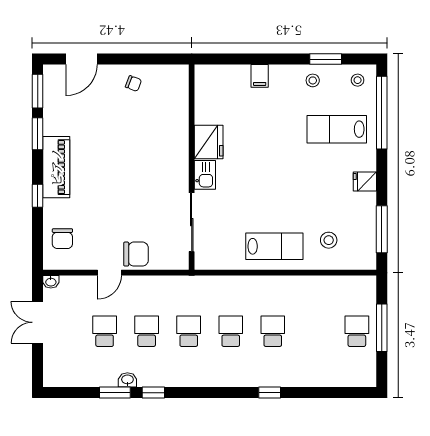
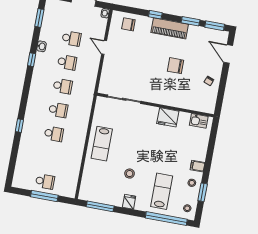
filing cabinet: (260, 76) -> (198, 166), moved
kitchen sink: (205, 175) -> (199, 121), moved
stool: (329, 240) -> (130, 174), moved
chair: (136, 254) -> (176, 66), moved, turned 90
window: (115, 393) -> (39, 18), moved

